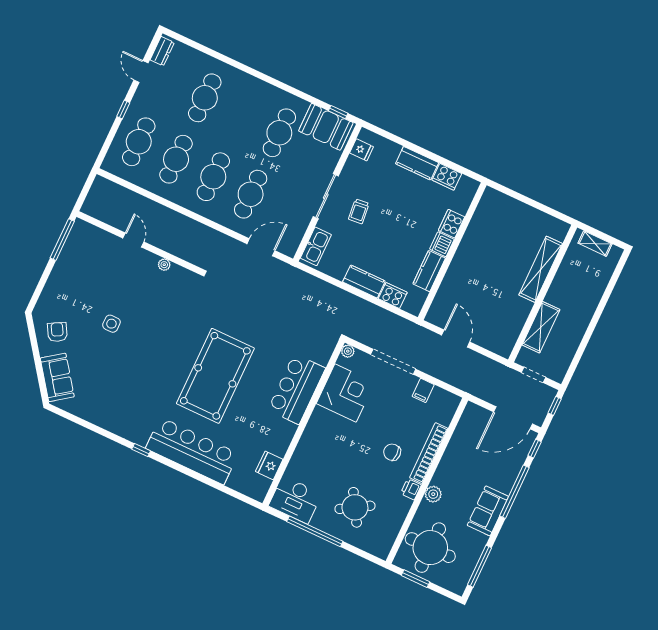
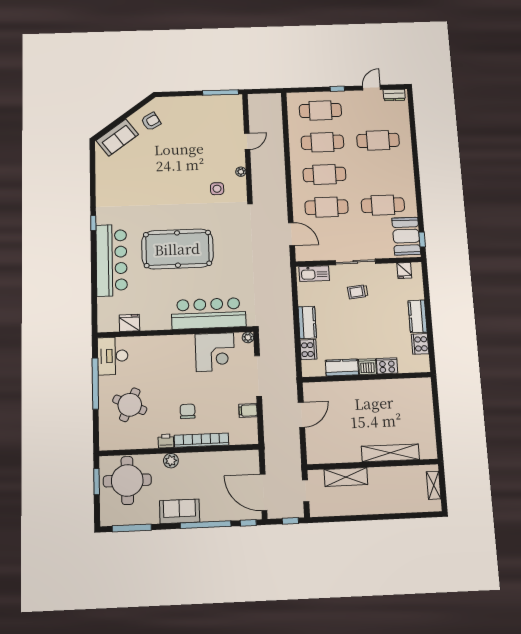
side table: (111, 324) -> (217, 189), moved
bar counter: (297, 389) -> (209, 313), width x1.36
round table: (355, 507) -> (130, 405), turned -34

